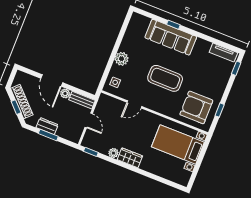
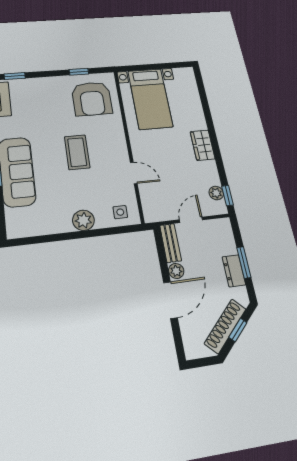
coffee table: (165, 78) -> (77, 152), width x0.73, depth x0.76
plant: (113, 153) -> (216, 193), moved

